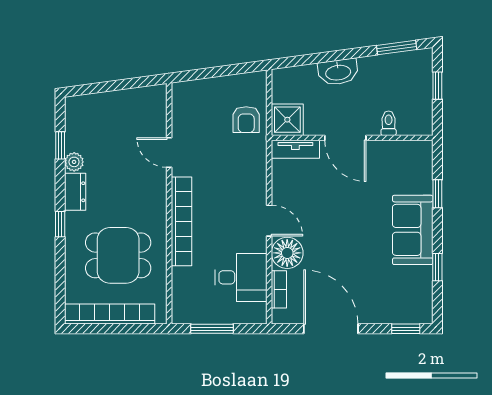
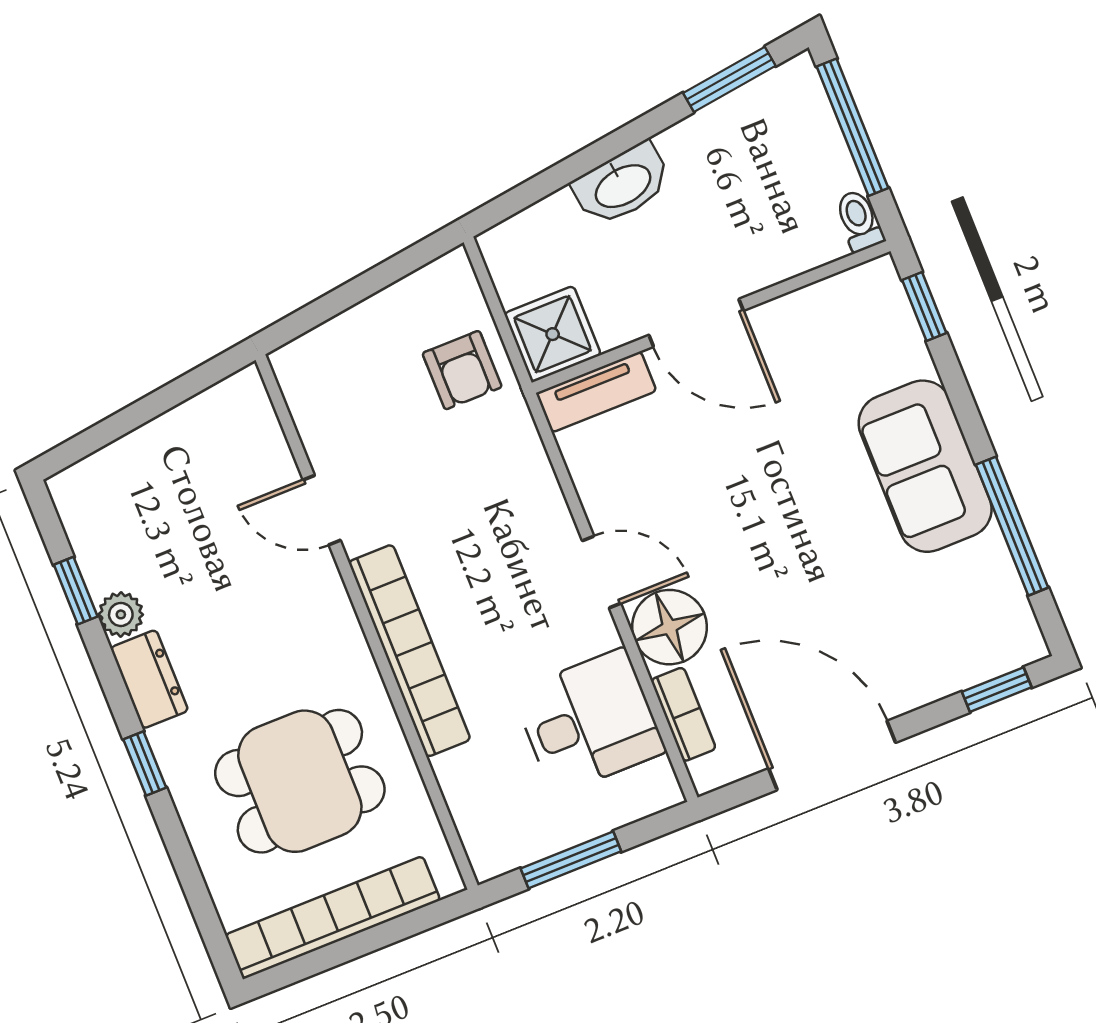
window: (437, 86) -> (853, 127), width x2.17
toilet: (389, 123) -> (859, 221), moved
window: (437, 194) -> (924, 307), moved
window: (437, 267) -> (1012, 526), width x2.17

